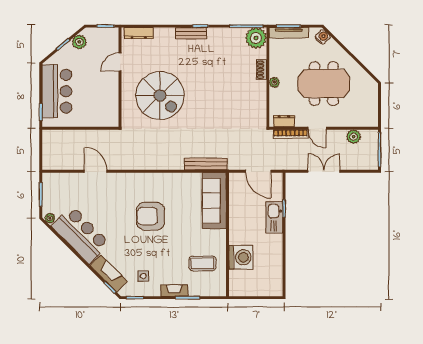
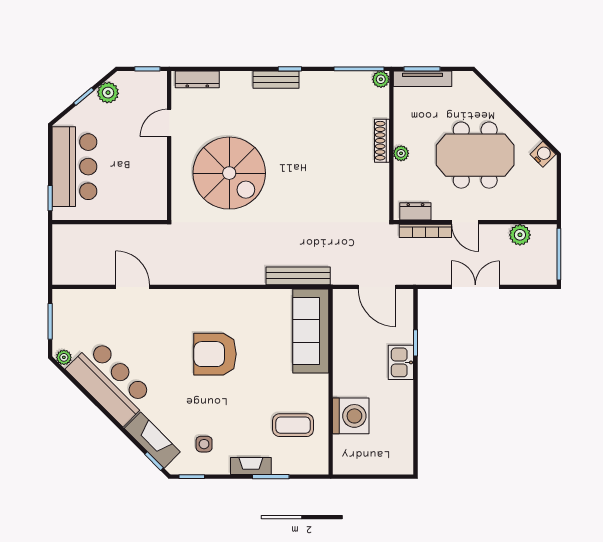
water cooler: (323, 37) -> (543, 154), moved
plant: (256, 38) -> (381, 79), width x0.53, depth x0.53
shoe rack: (262, 70) -> (382, 141), width x1.43
kitchen sink: (274, 217) -> (401, 362), width x0.73

